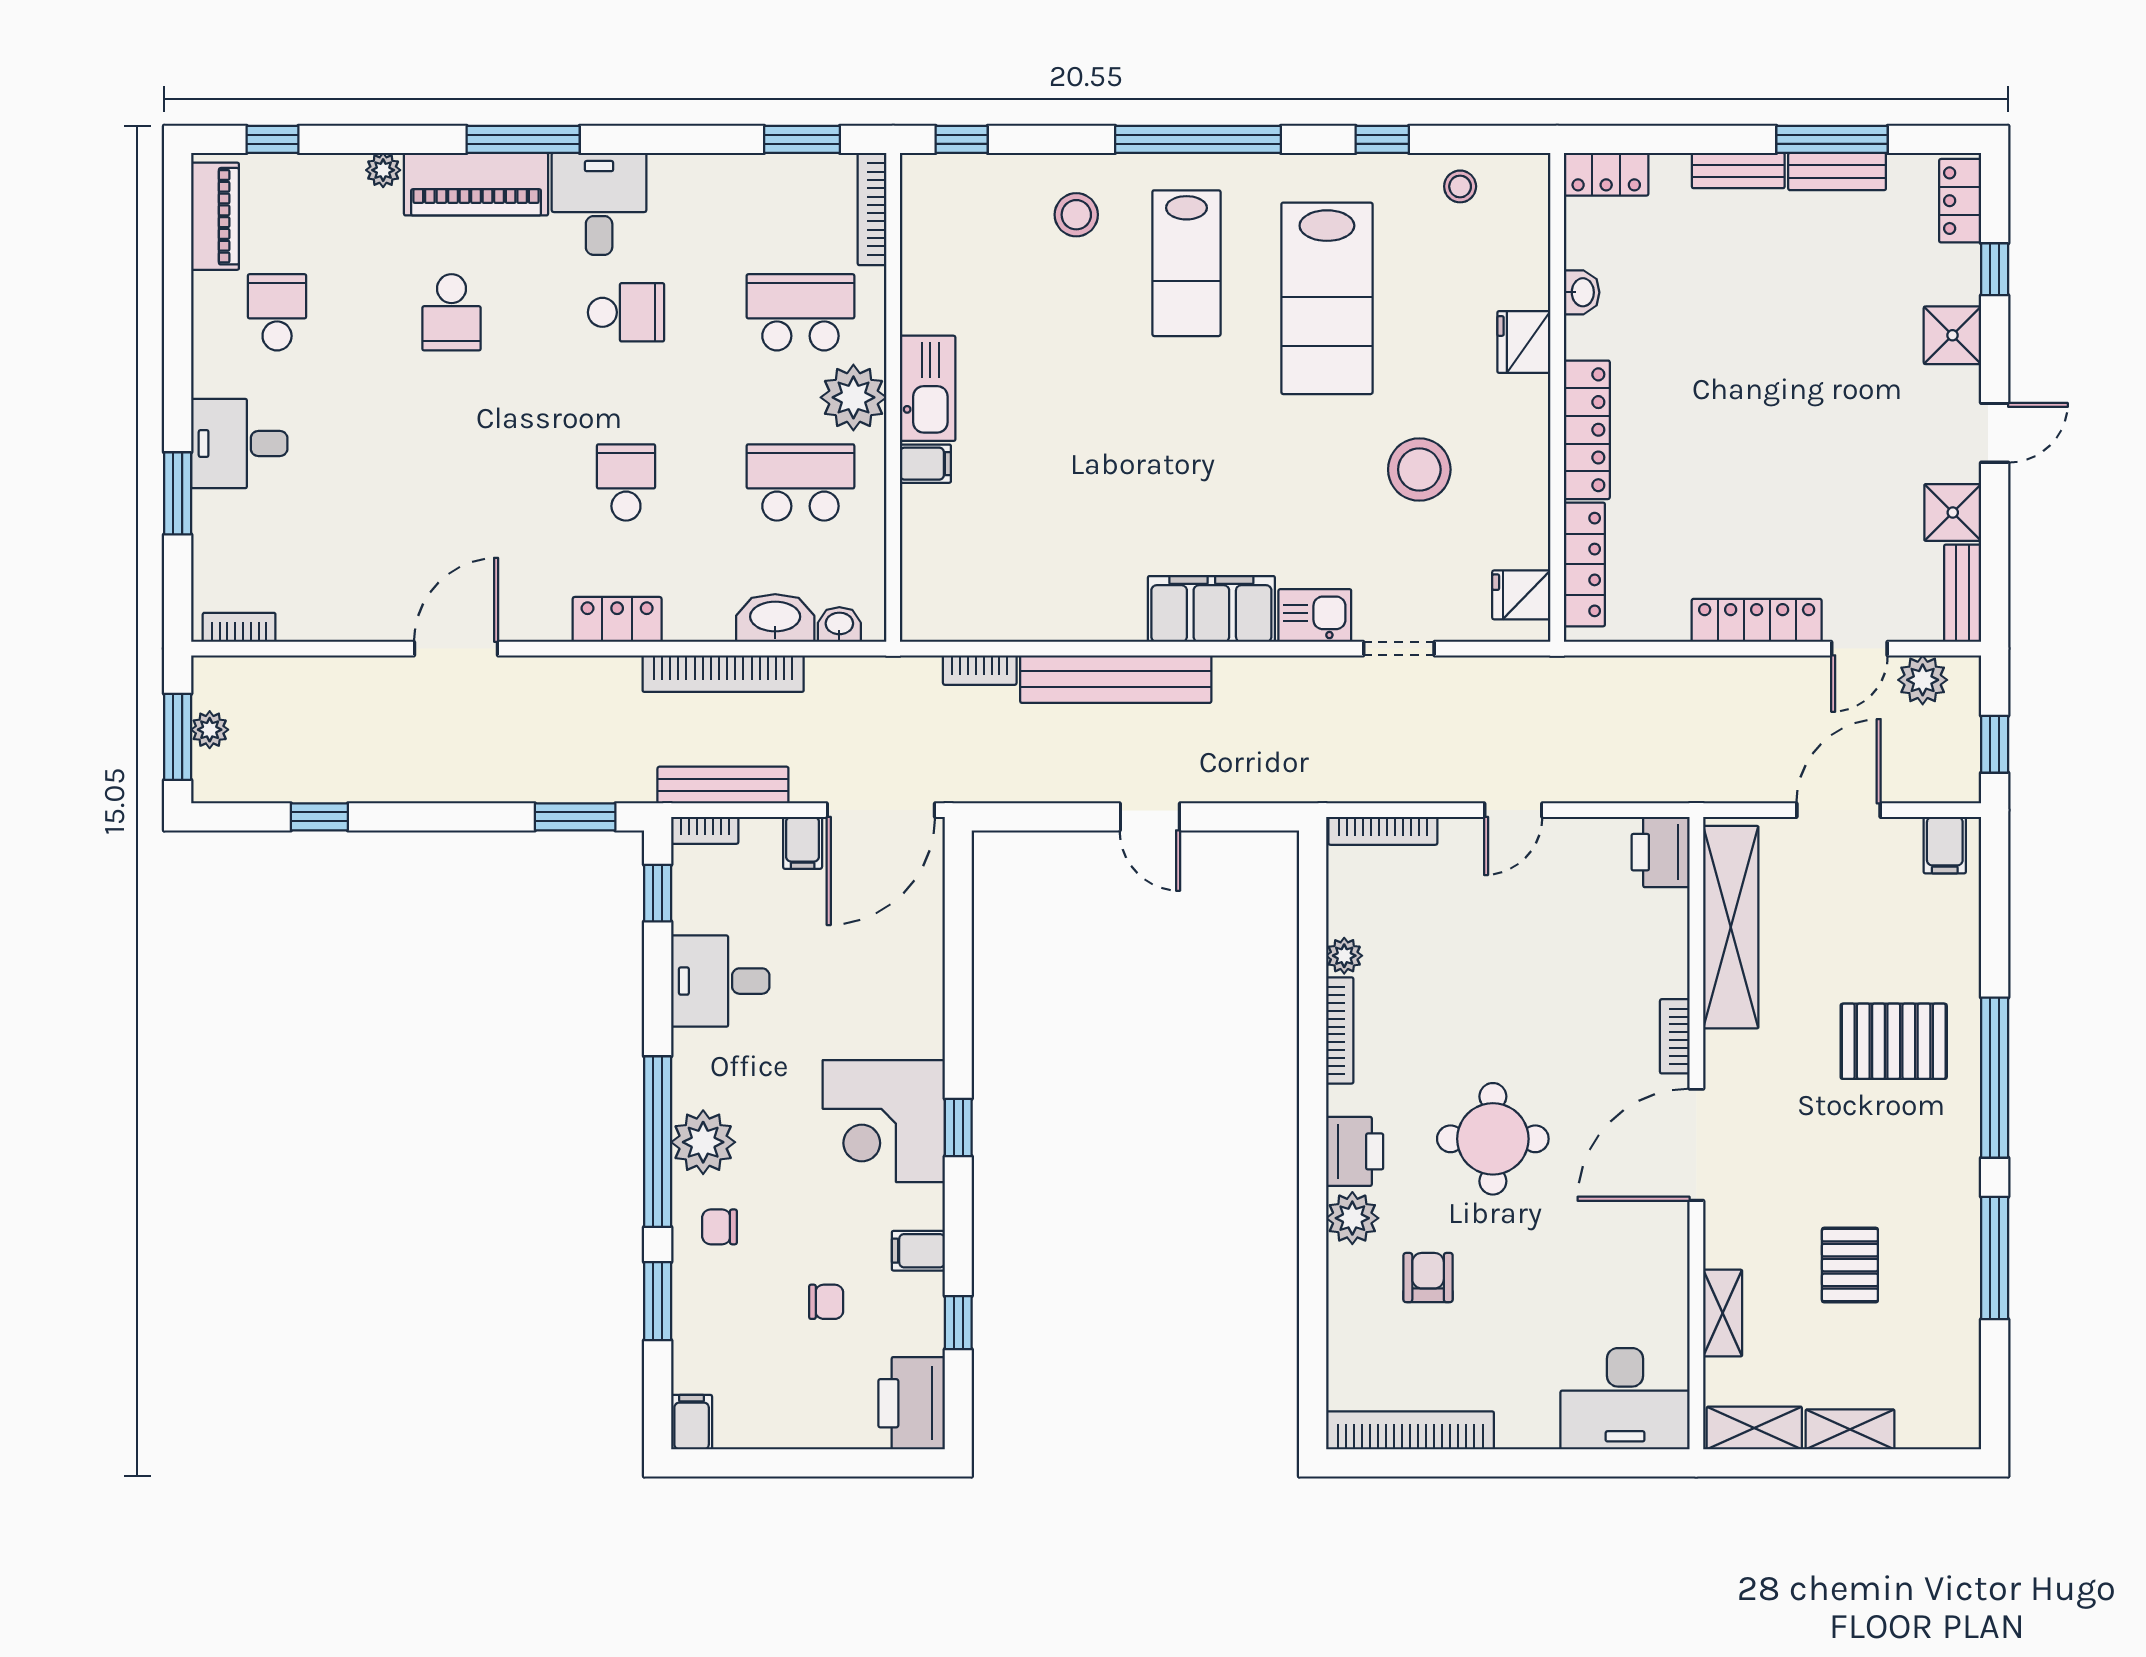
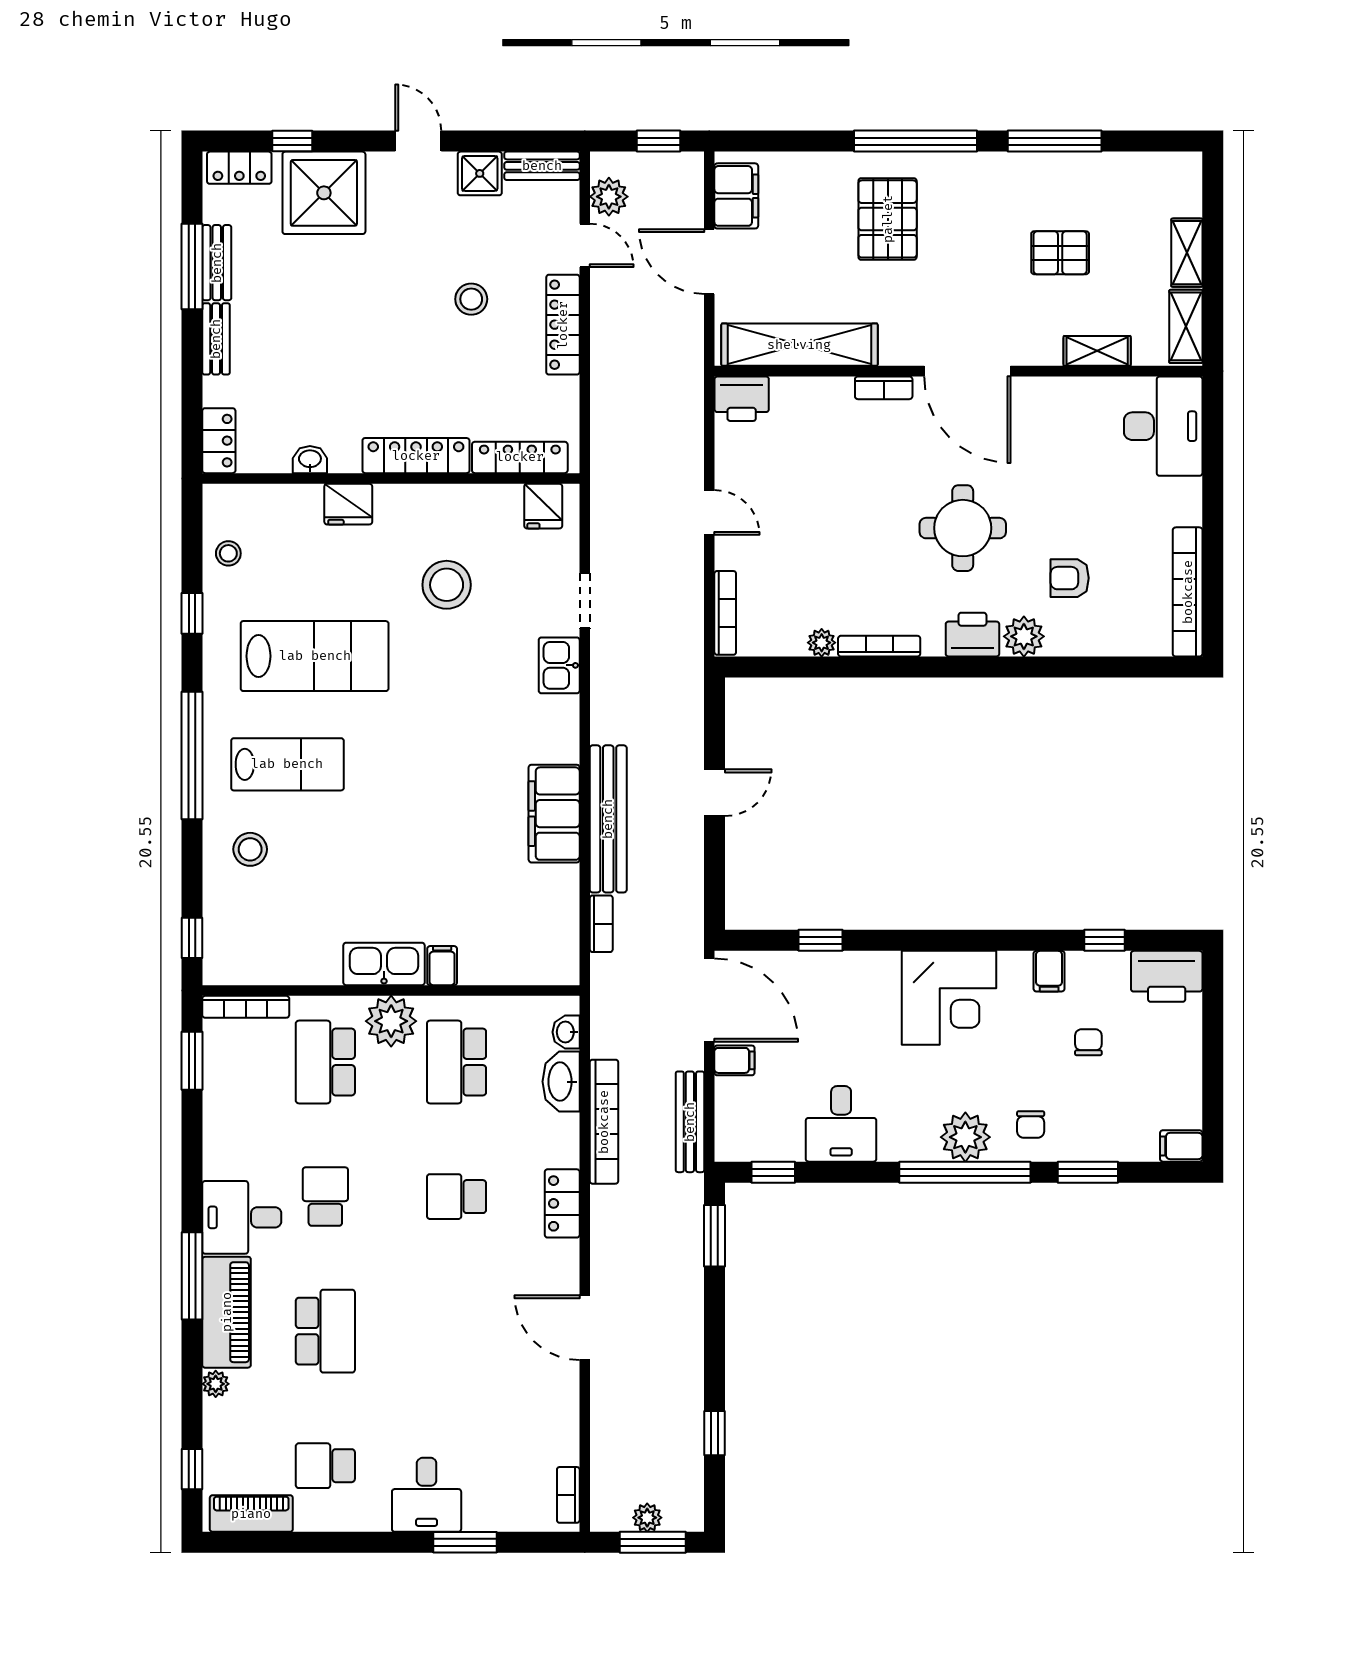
school desk: (451, 312) -> (325, 1331), width x1.85
shower: (1952, 335) -> (324, 193), width x1.86, depth x1.86
stool: (1790, 501) -> (471, 299), added
filing cabinet: (1211, 609) -> (554, 814), moved
bookcase: (705, 830) -> (725, 1136), removed
filing cabinet: (1945, 845) -> (736, 196), width x2.00
window: (958, 1128) -> (821, 940), moved

